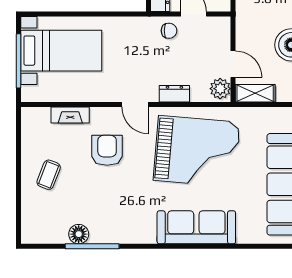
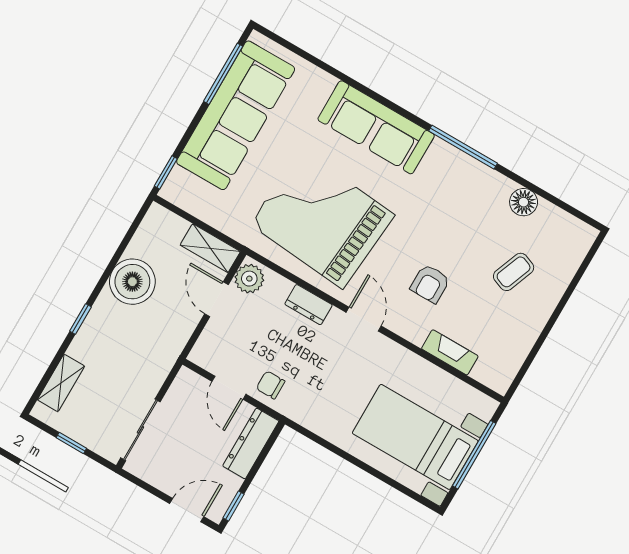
armchair: (107, 150) -> (430, 284), width x0.72, depth x0.72
coffee table: (49, 175) -> (514, 272), moved
window: (92, 246) -> (463, 147), moved

